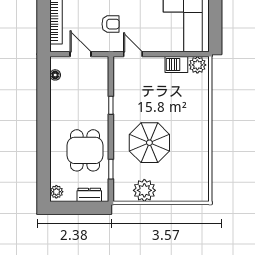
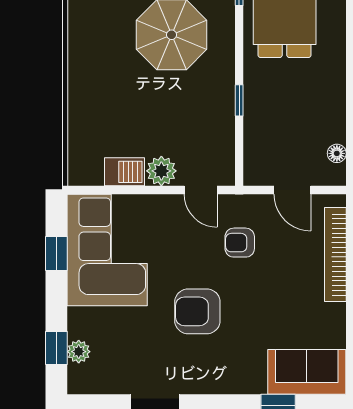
window: (215, 18) -> (56, 254), added
plant: (197, 65) -> (161, 171), moved

